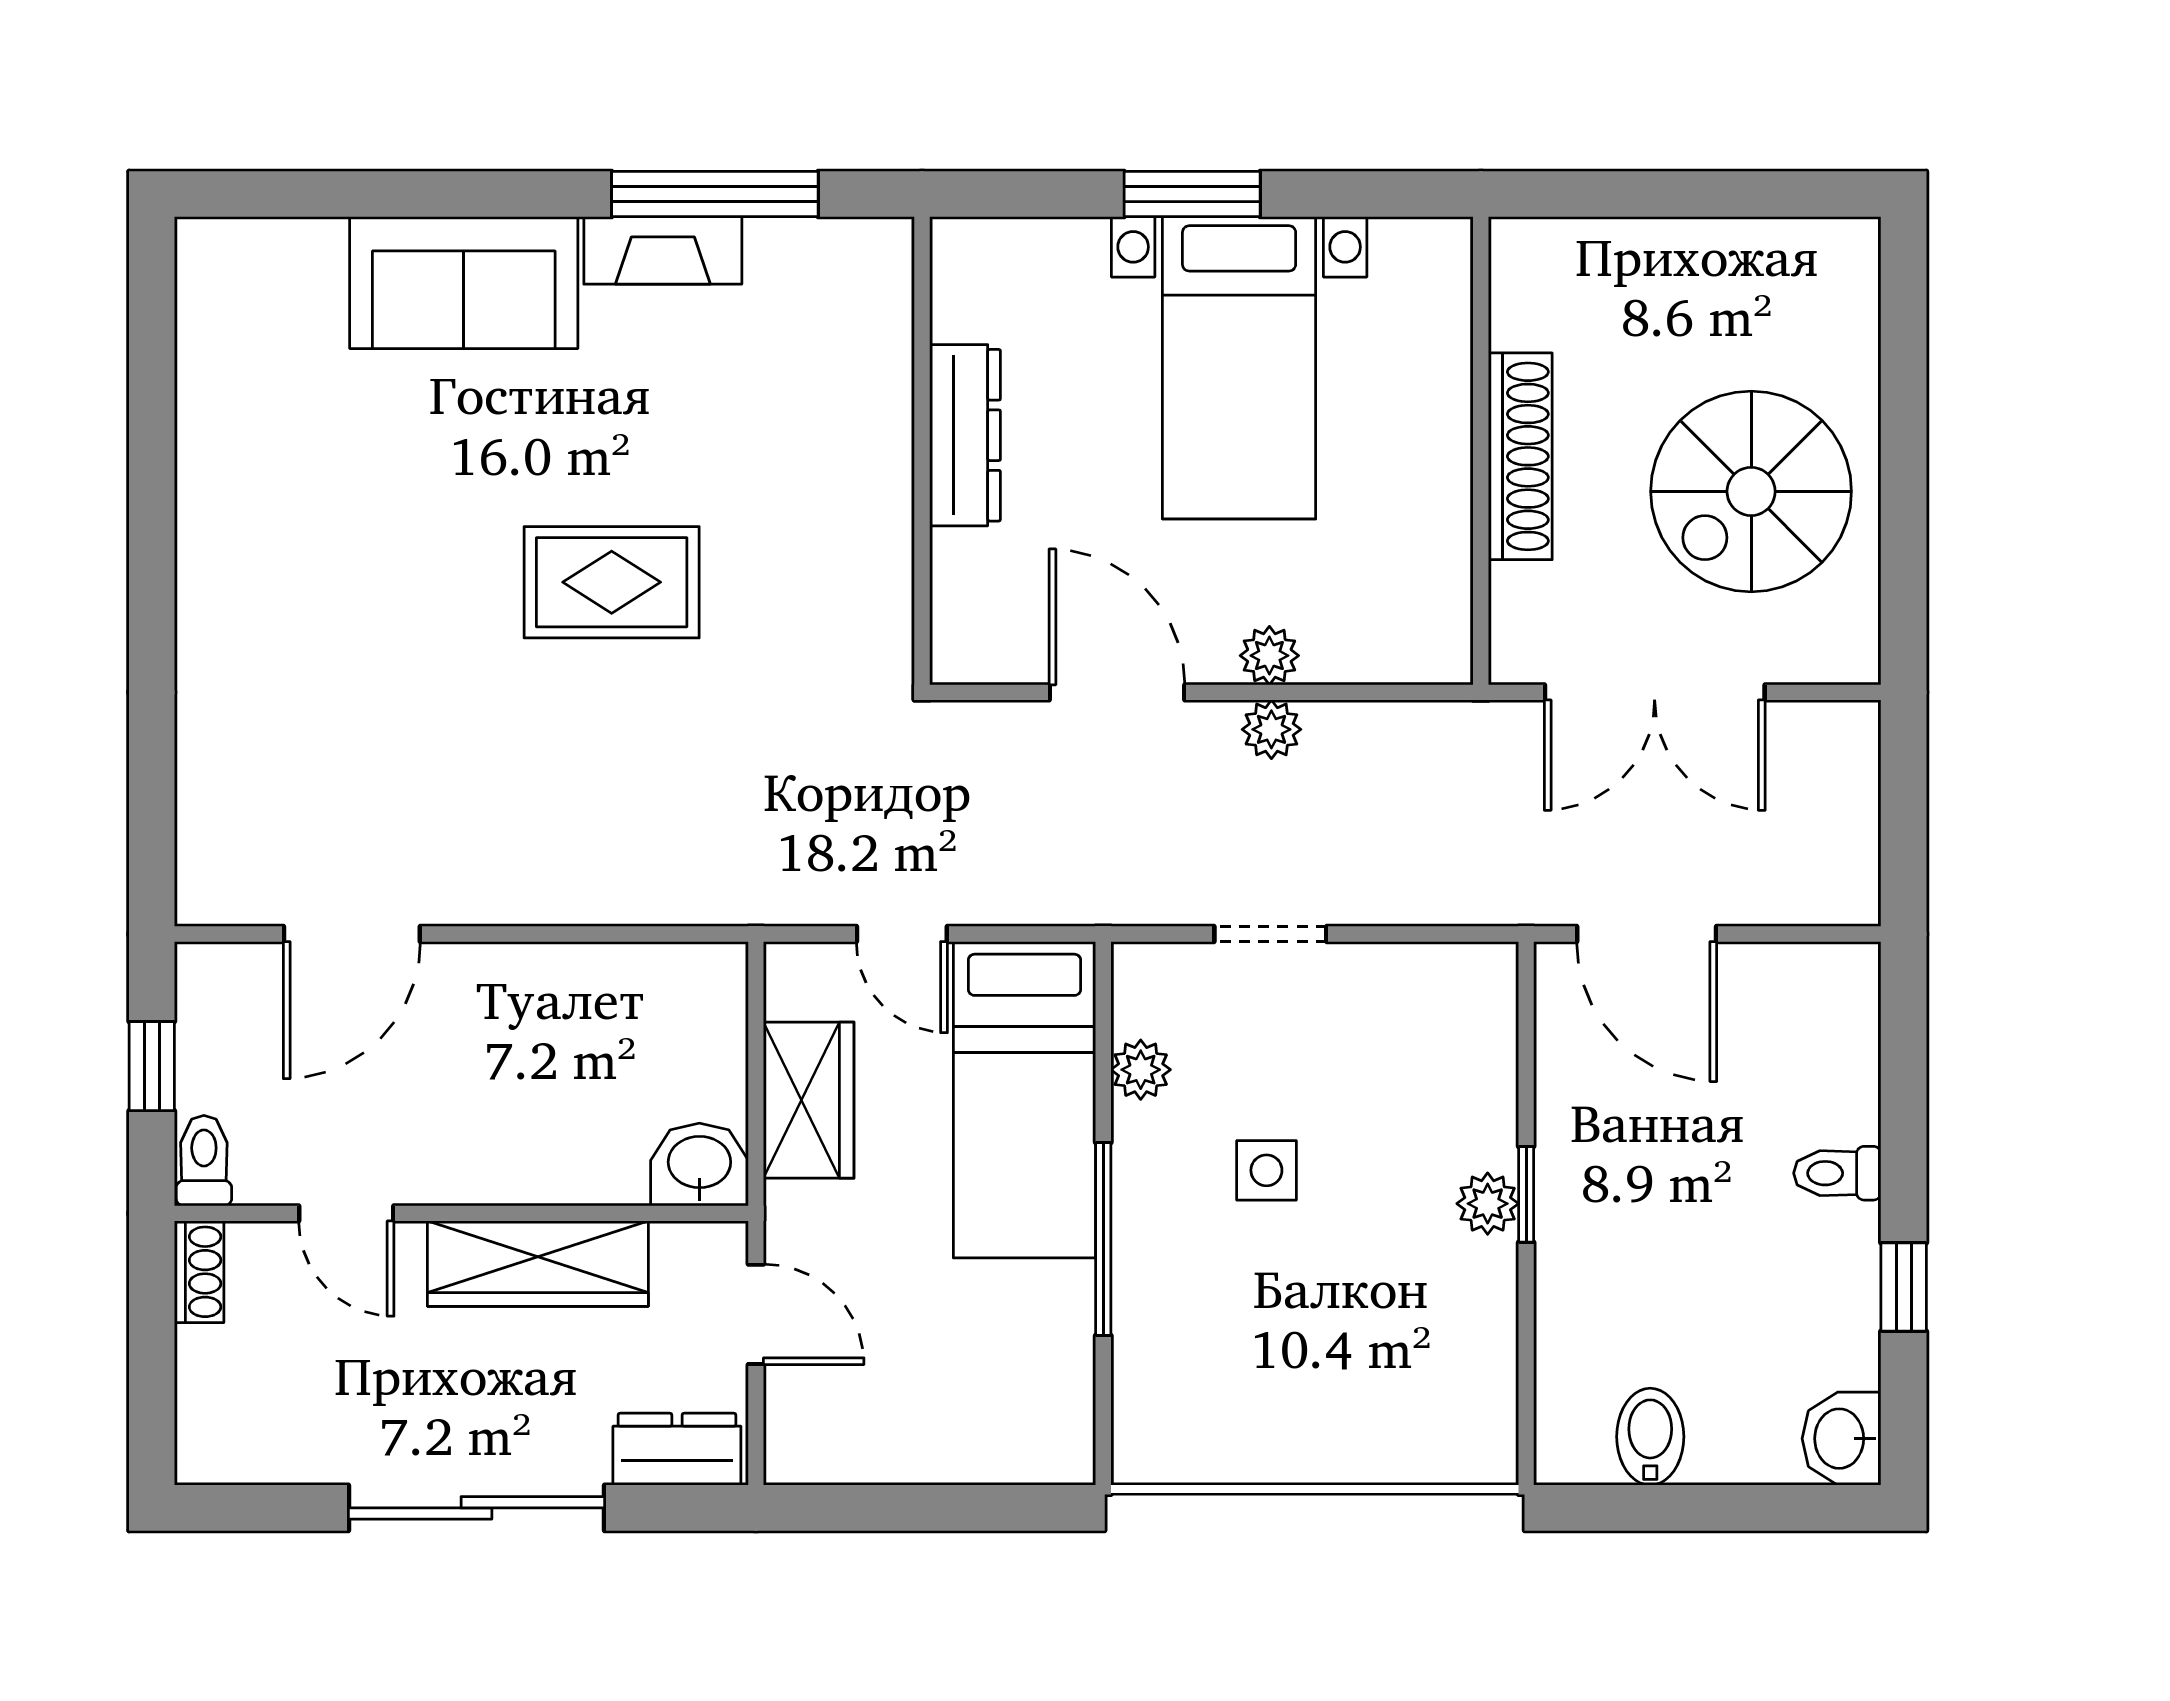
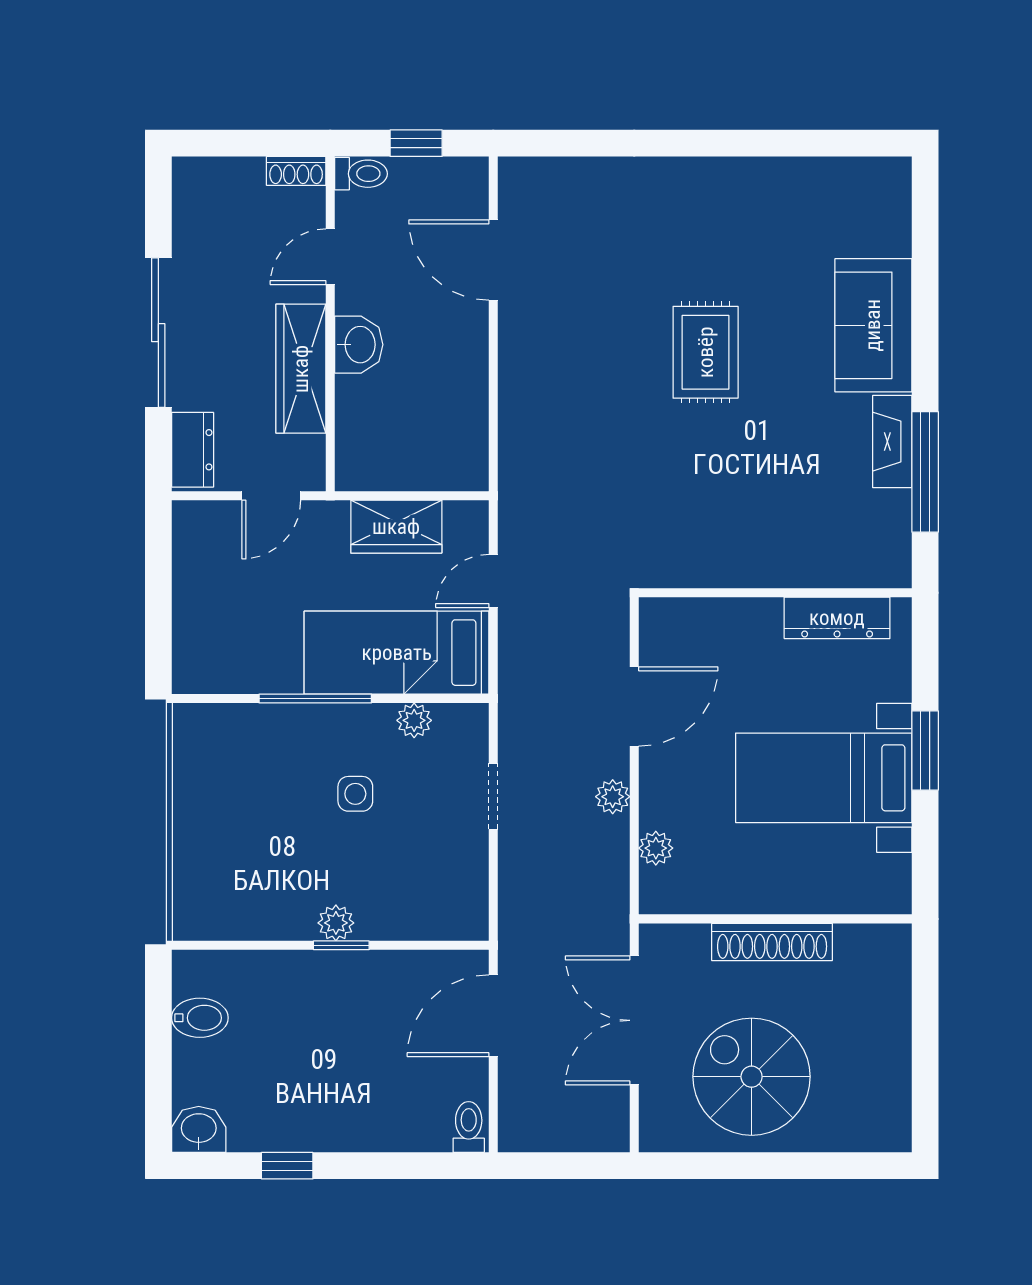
dresser: (965, 435) -> (837, 618), moved
rug: (612, 582) -> (706, 352), moved
plant: (1269, 656) -> (656, 848), moved
washbasin: (699, 1164) -> (359, 345), moved
toilet: (1837, 1173) -> (469, 1127), moved

